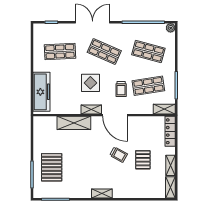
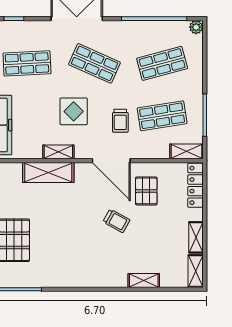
shop shelf: (148, 52) -> (162, 63), turned -30
shelving: (91, 109) -> (58, 152), moved
pallet: (143, 160) -> (146, 191), moved
shelving: (102, 194) -> (144, 280), moved

